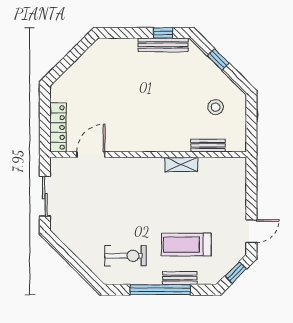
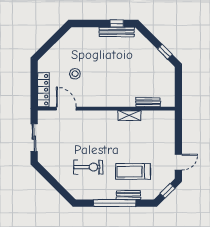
window: (218, 59) -> (165, 52), moved
stool: (216, 107) -> (75, 74), moved
door: (91, 155) -> (66, 109), hinge flipped
exercise bike: (126, 256) -> (88, 167), moved

